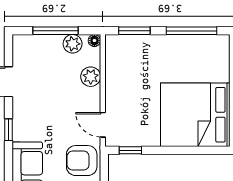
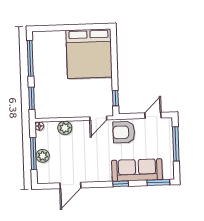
plant: (73, 44) -> (43, 156), moved
window: (8, 130) -> (121, 184), moved
armchair: (82, 161) -> (124, 132), turned 90

